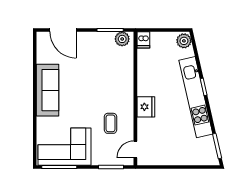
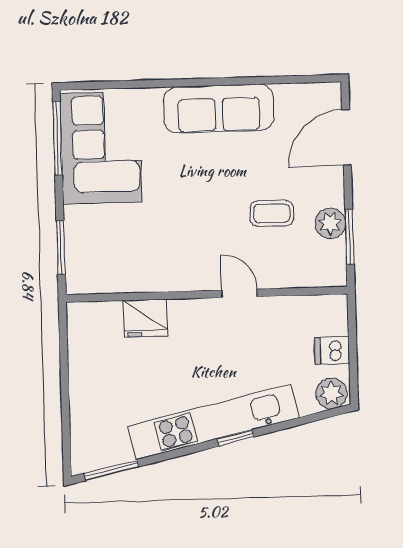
plant: (122, 39) -> (330, 223), moved
dishwasher: (143, 40) -> (332, 351), moved
fridge: (146, 107) -> (146, 318), moved
coffee table: (110, 123) -> (272, 213), moved
door: (135, 149) -> (240, 293), moved

